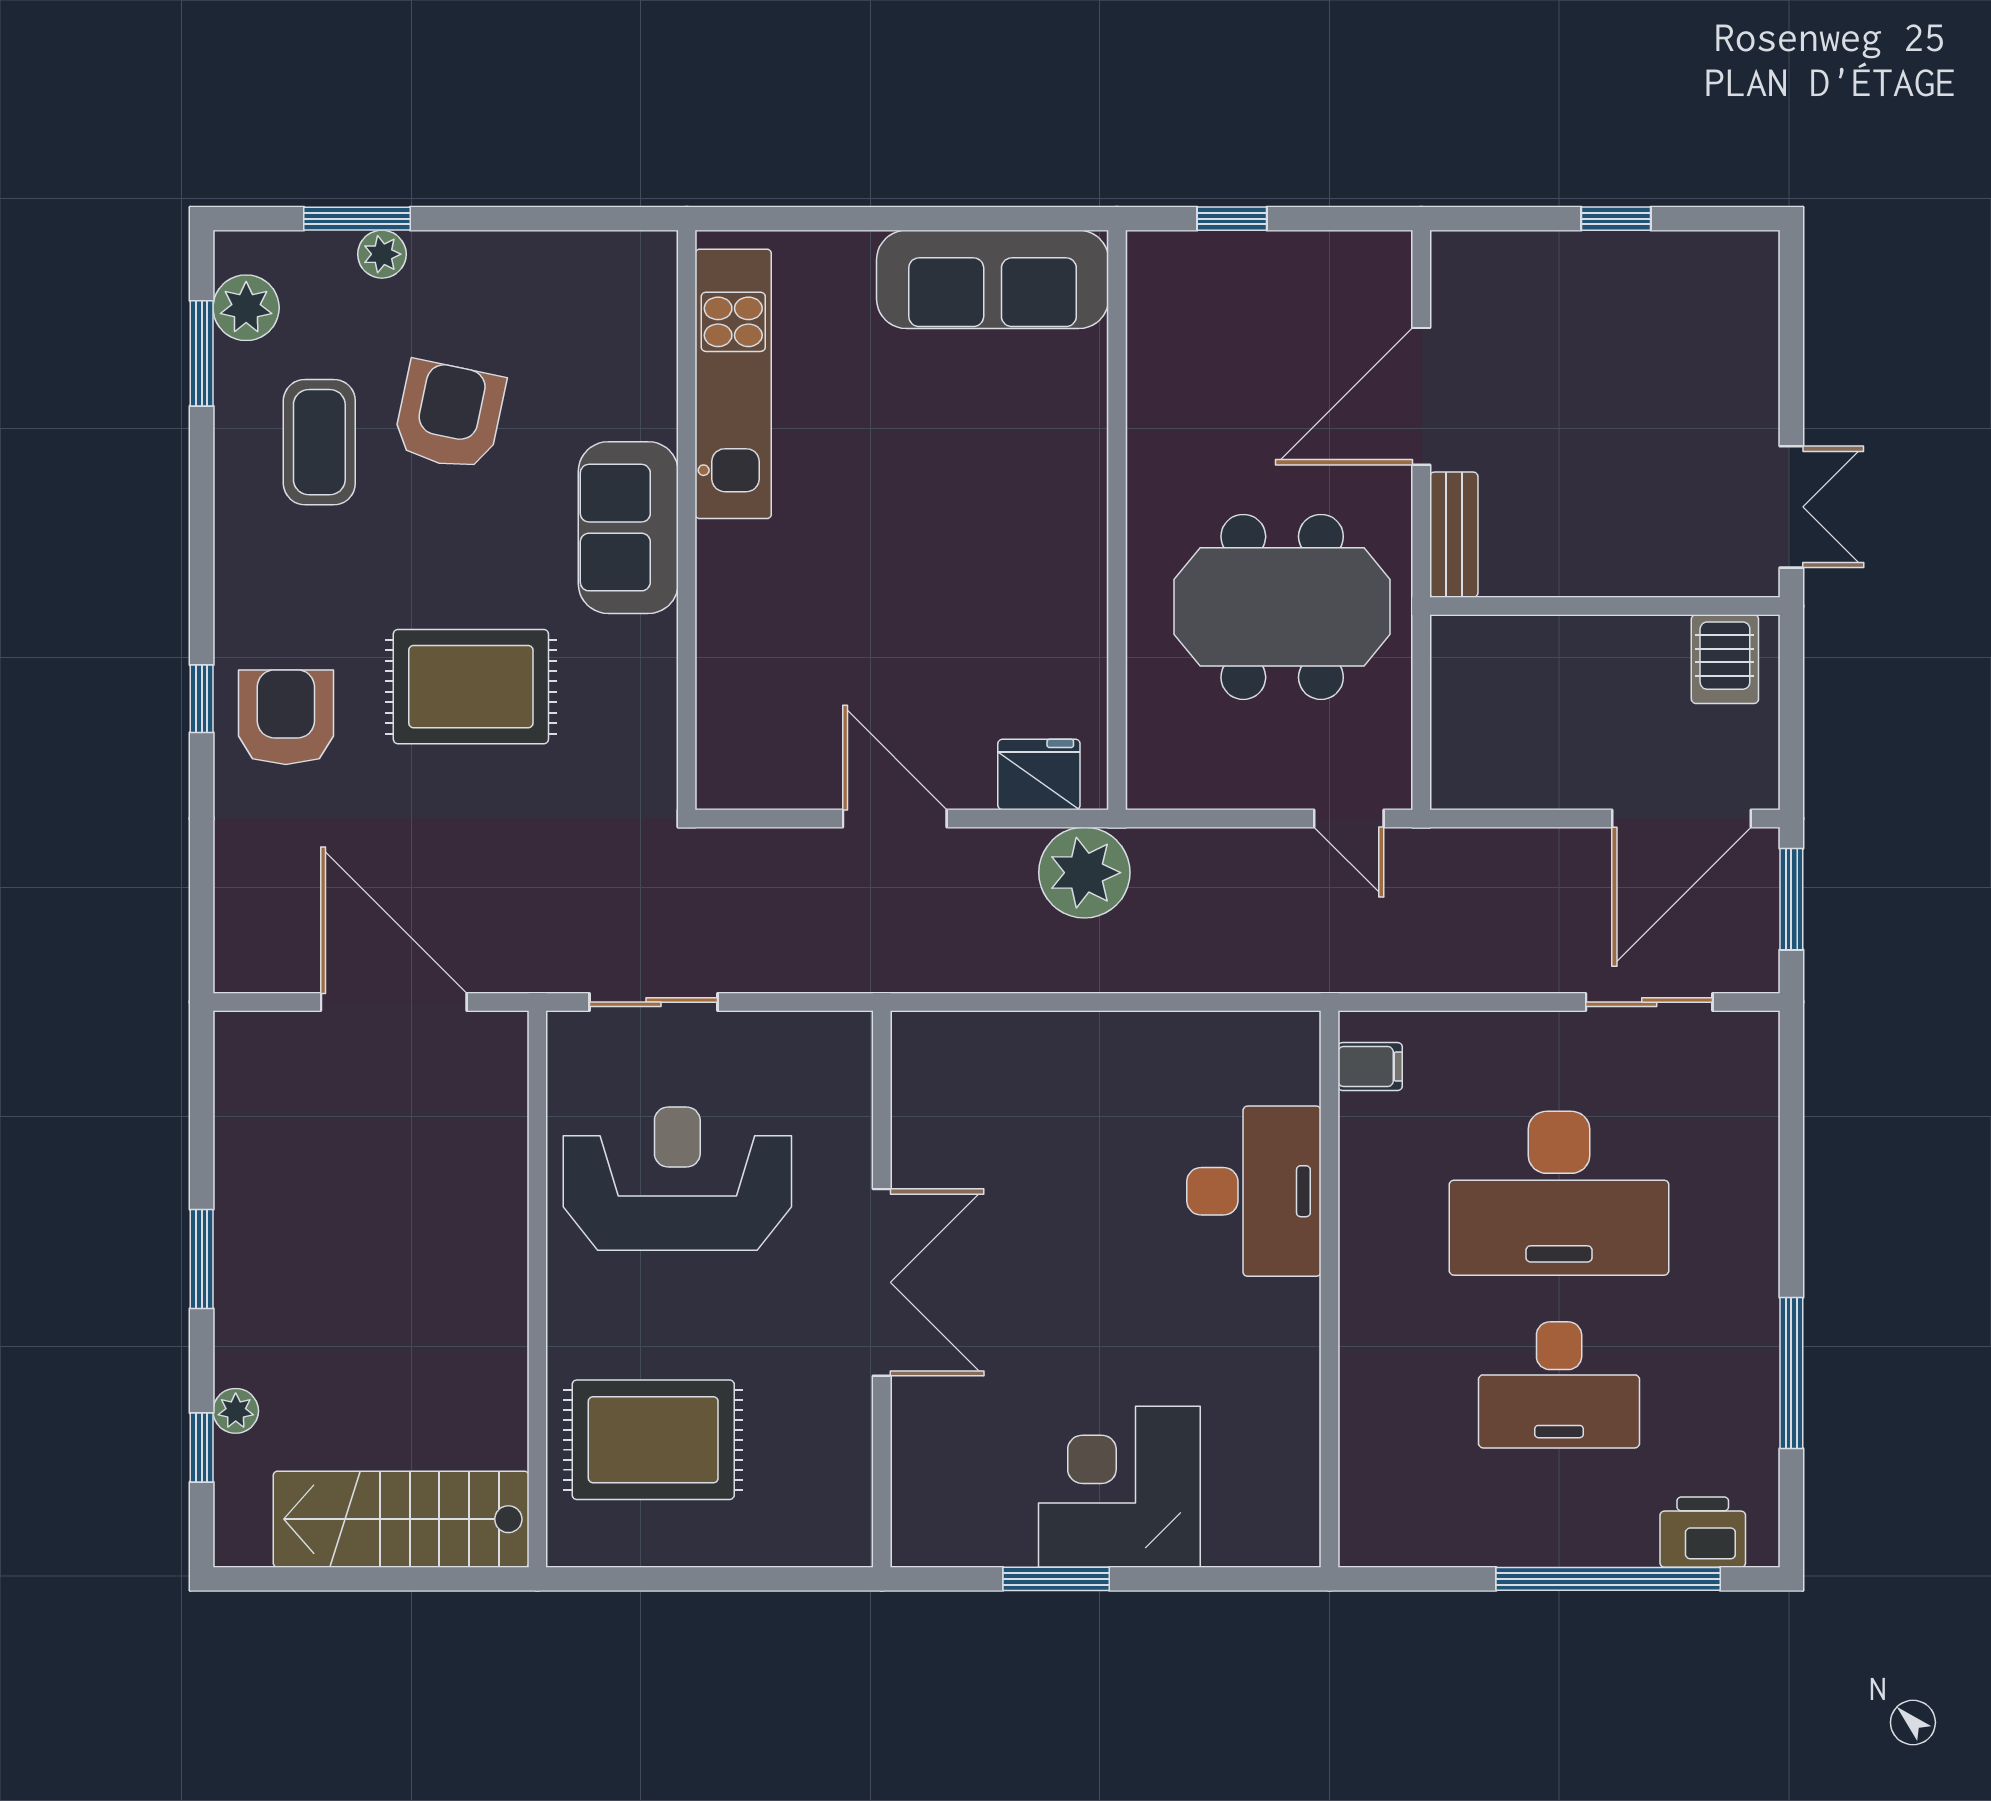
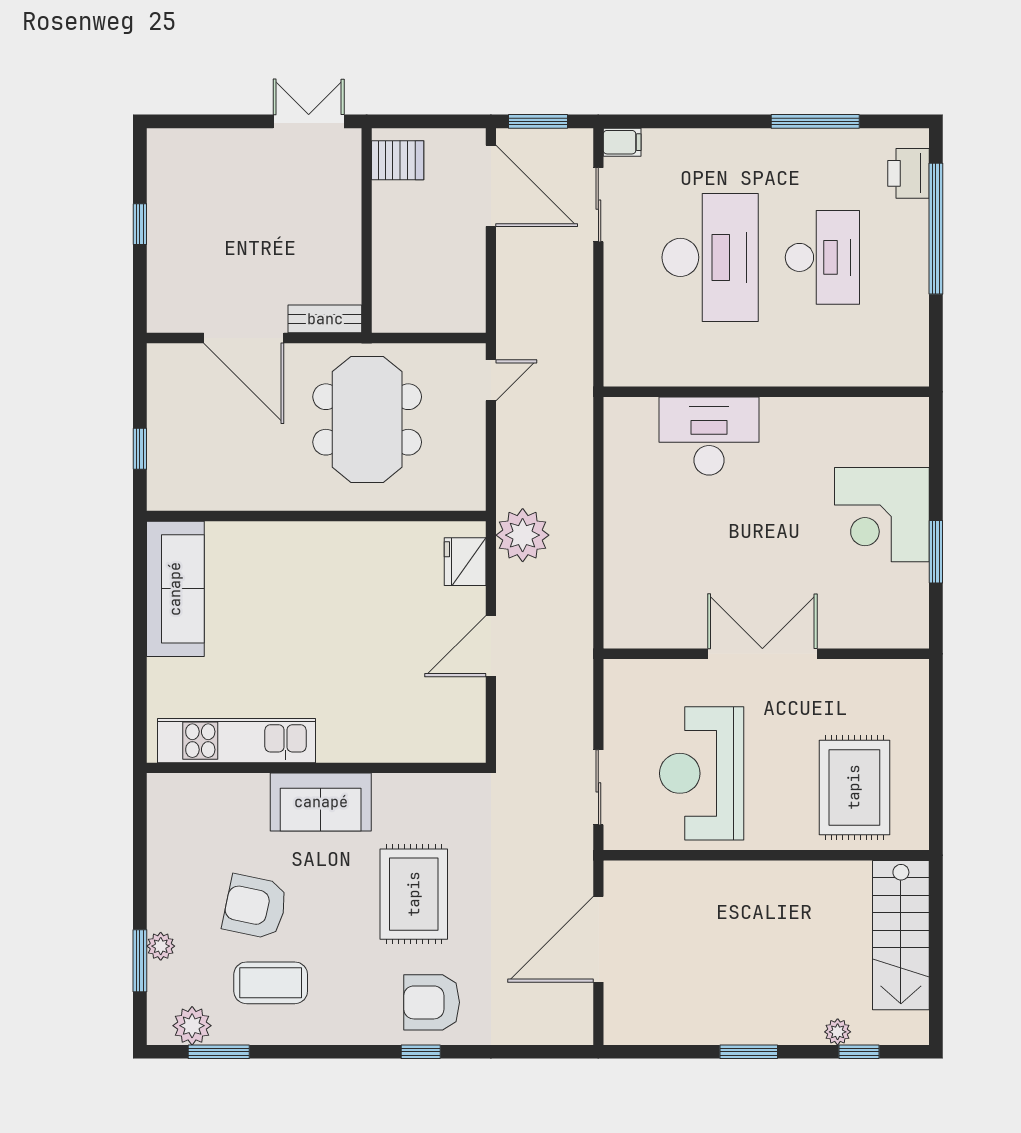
filing cabinet: (1370, 1067) -> (622, 142), moved, turned 90

